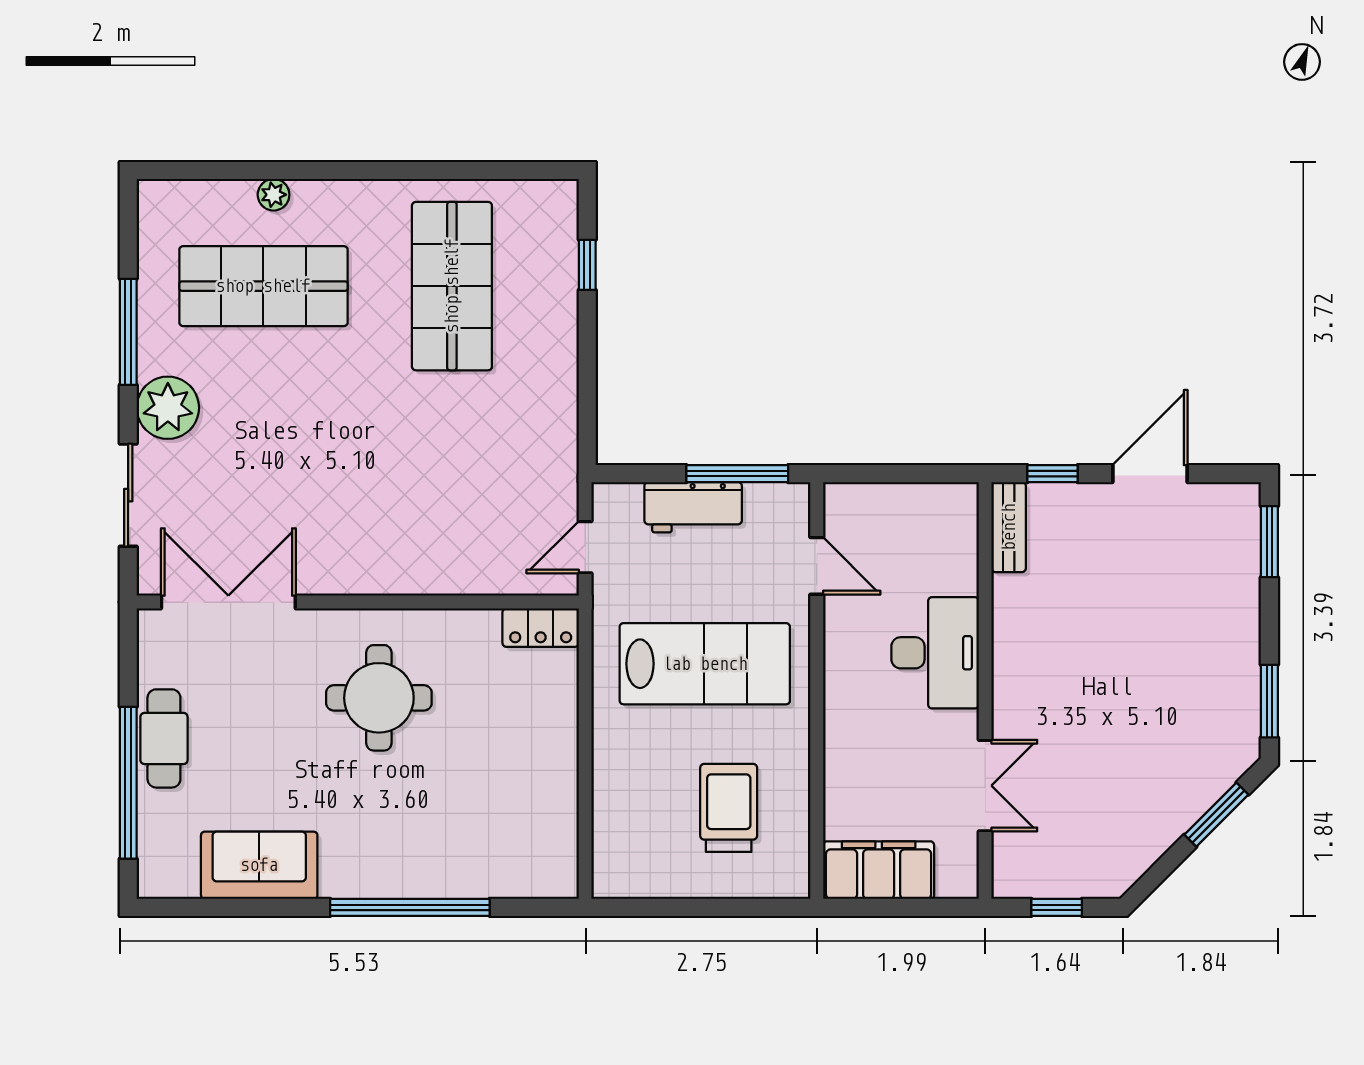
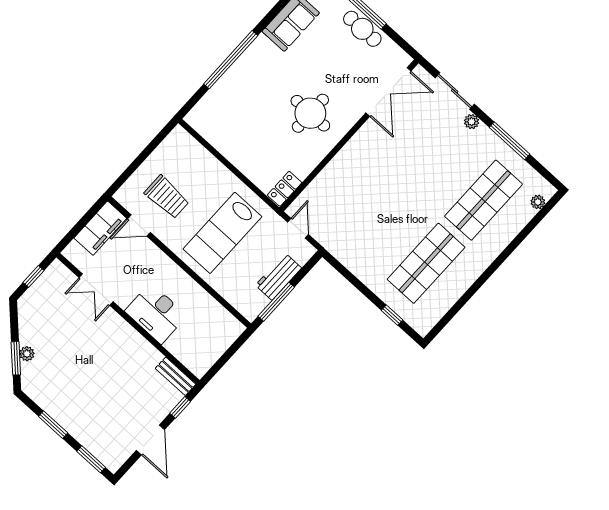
plant: (274, 195) -> (538, 202), moved
shop shelf: (452, 286) -> (426, 263), turned 90
plant: (168, 408) -> (472, 122), width x0.53, depth x0.53
door: (817, 566) -> (139, 226), moved
window: (1269, 701) -> (53, 425), moved
plant: (1193, 803) -> (27, 354), added

